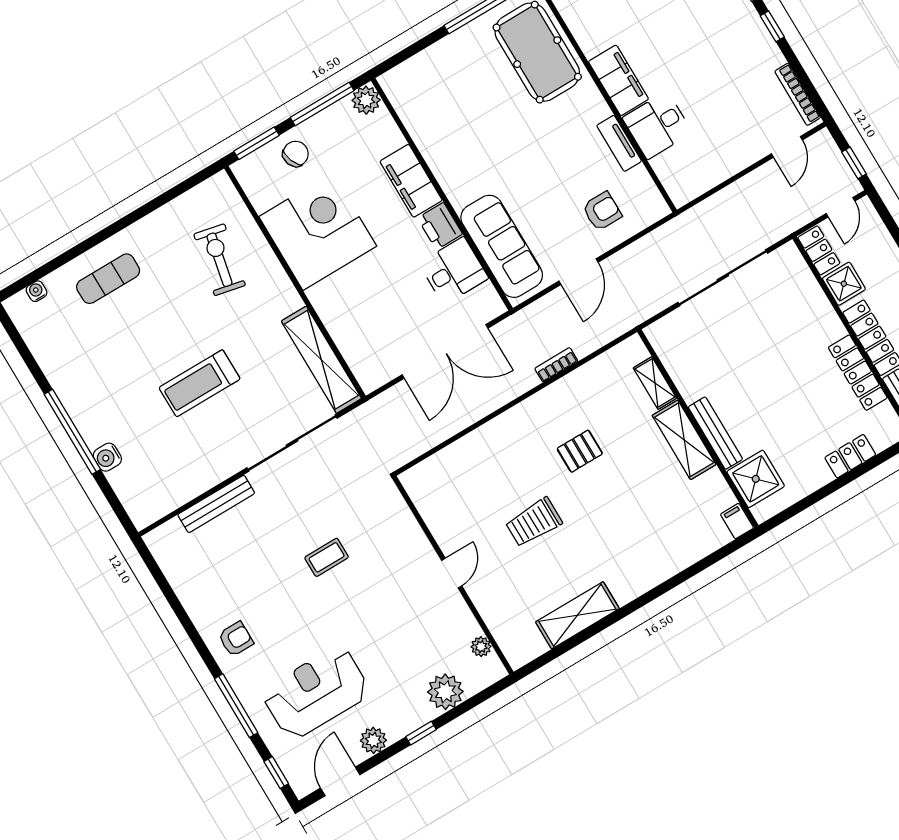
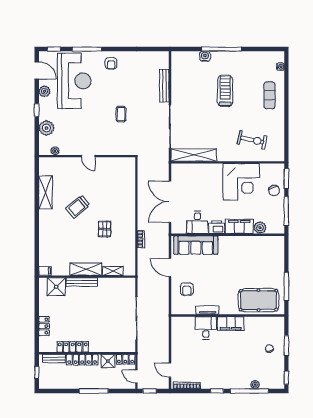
plant: (366, 100) -> (260, 228), moved
treadmill: (200, 383) -> (225, 91), moved
trolley: (534, 522) -> (78, 207), moved, turned -130
reception desk: (316, 693) -> (74, 81), width x1.36, depth x1.30

